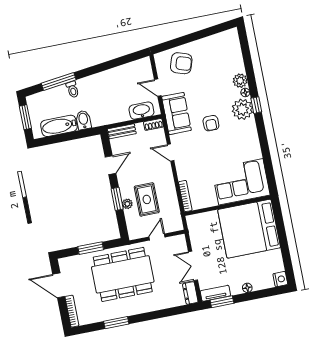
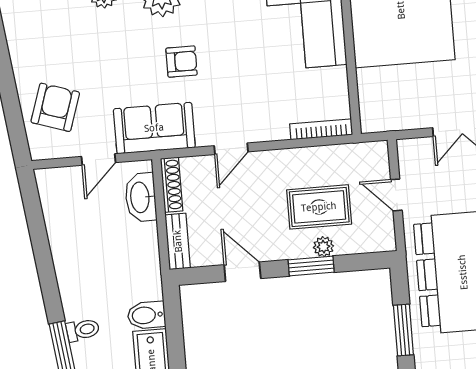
shoe rack: (153, 124) -> (172, 185), width x1.43

